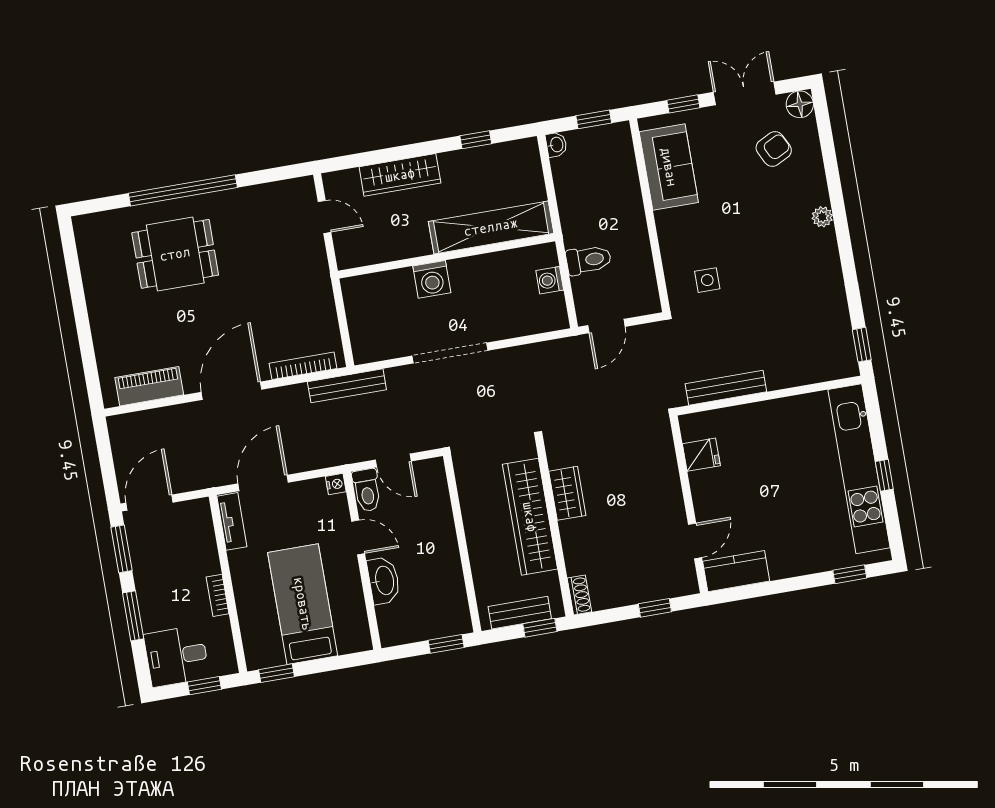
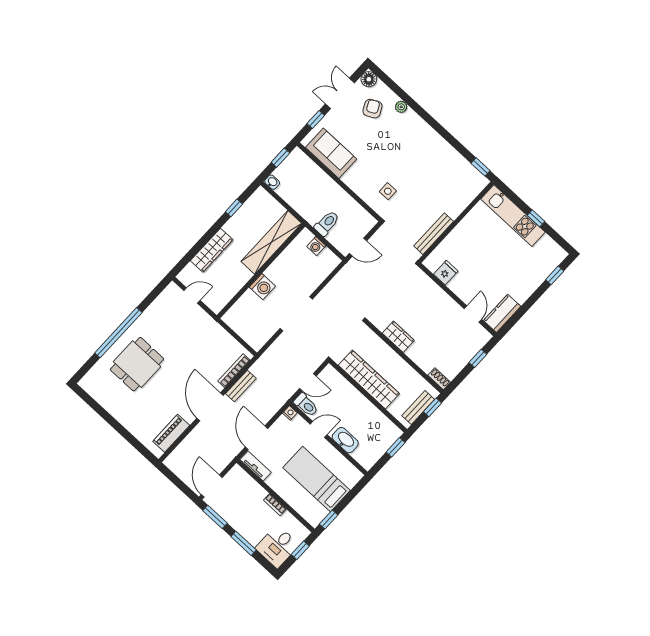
plant: (822, 217) -> (401, 107), moved
door: (606, 326) -> (358, 247), hinge flipped
bench: (347, 386) -> (241, 386), moved, width x0.73
kitchen unit: (859, 469) -> (513, 216), width x0.73
wardrobe: (530, 517) -> (369, 379), moved, turned 180

